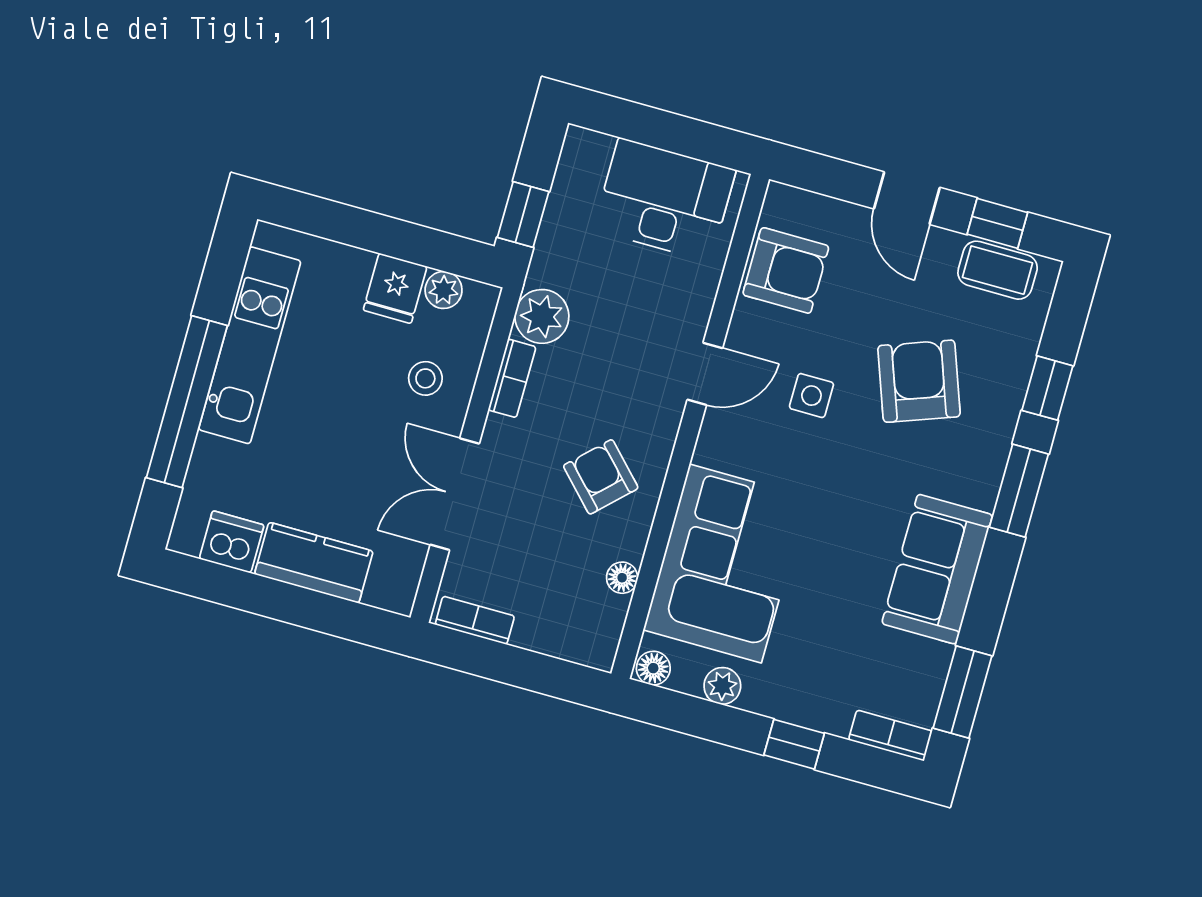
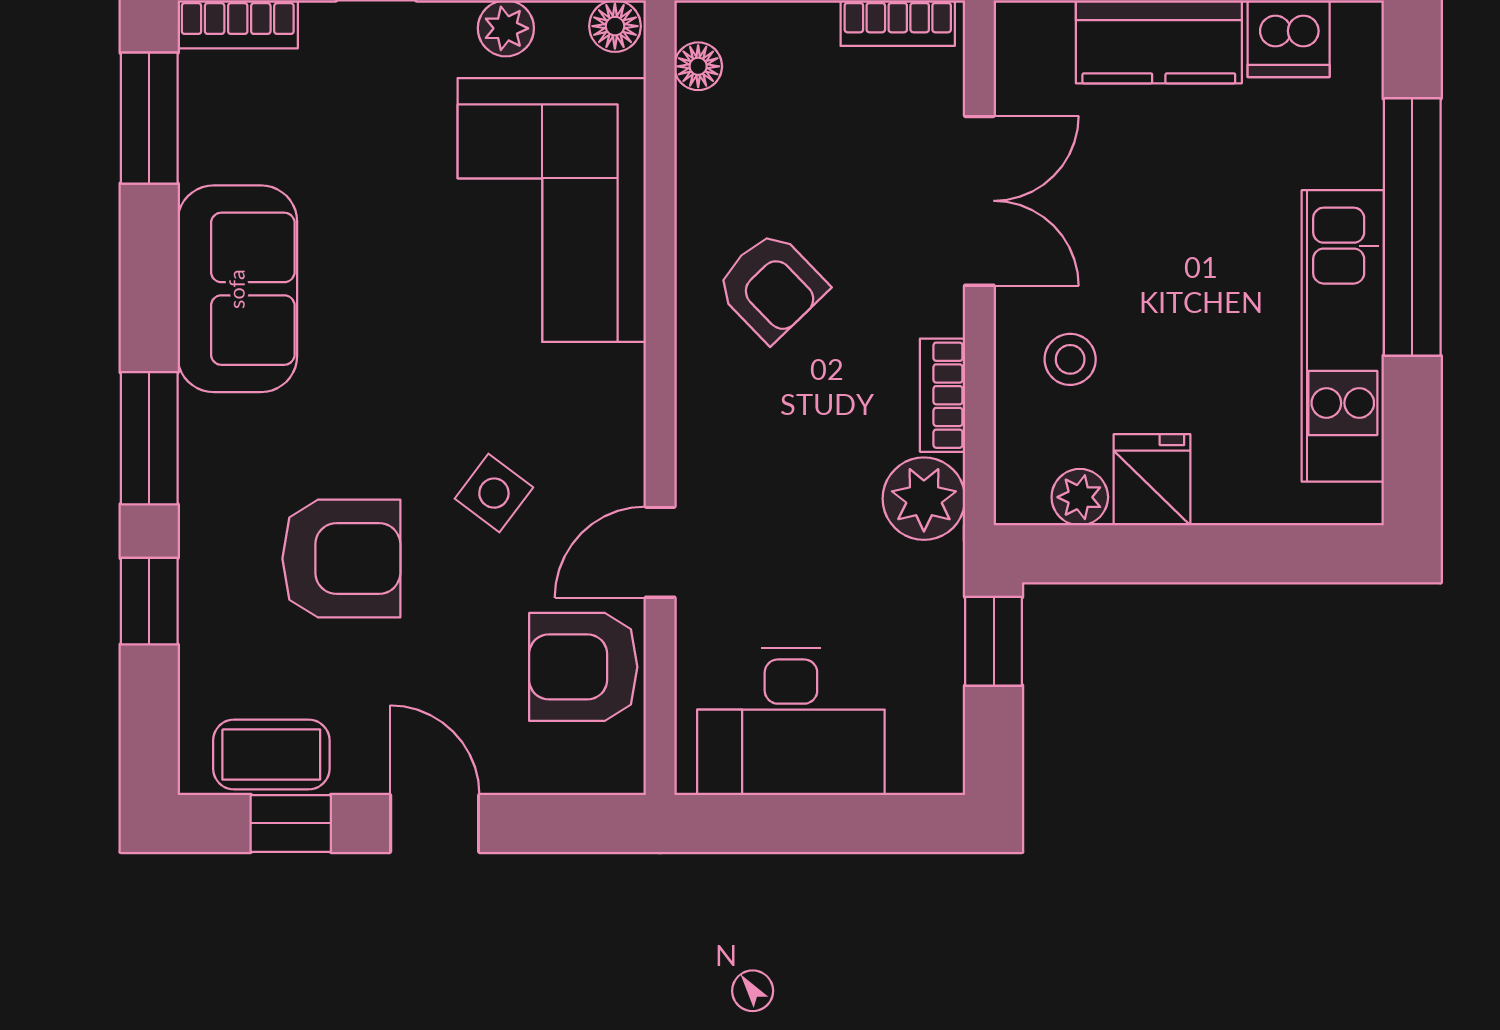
door: (705, 374) -> (660, 552), moved
armchair: (919, 381) -> (341, 559), turned -70
side table: (811, 396) -> (494, 493), turned 37
floor lamp: (622, 578) -> (698, 66), moved

